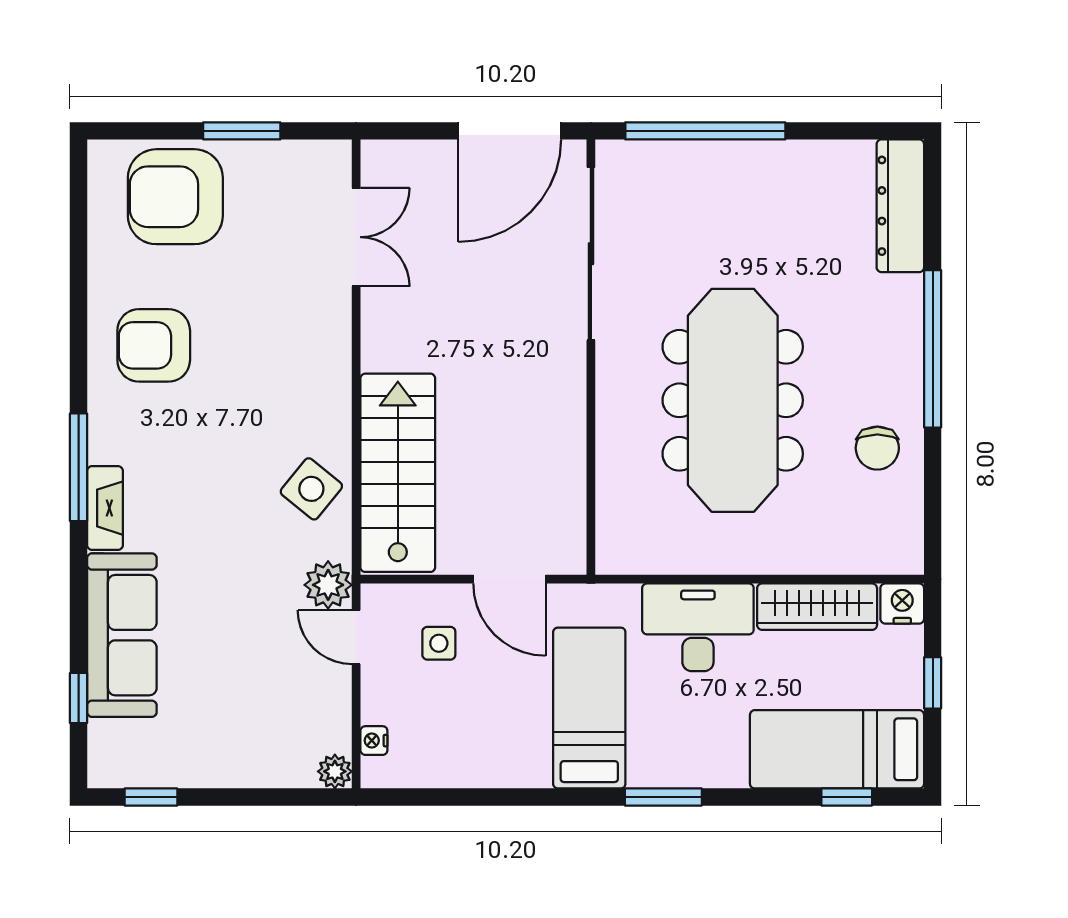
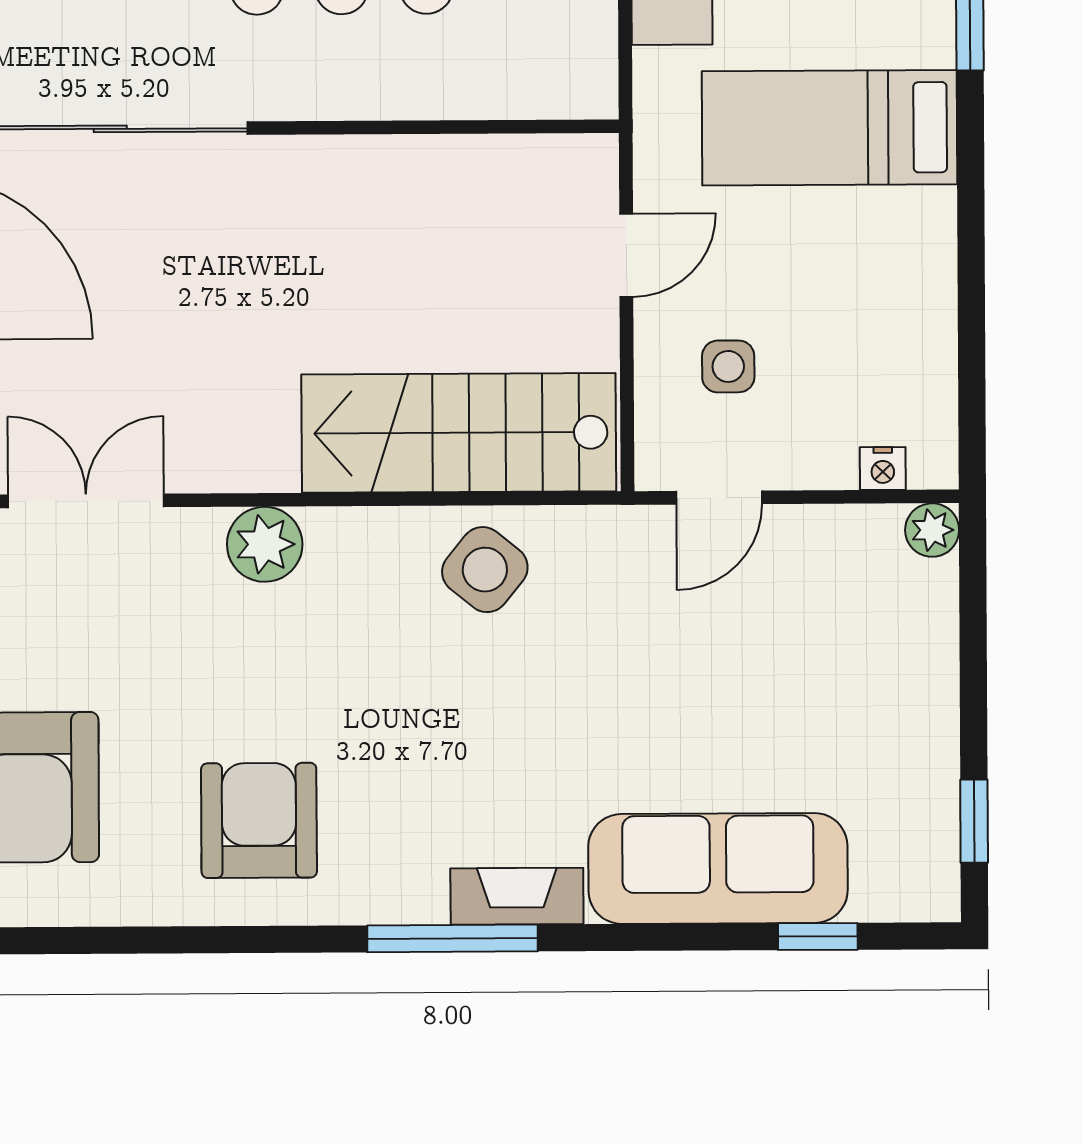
armchair: (154, 345) -> (259, 820), turned 180
door: (509, 579) -> (626, 255), width x0.73
plant: (328, 585) -> (265, 544), moved

